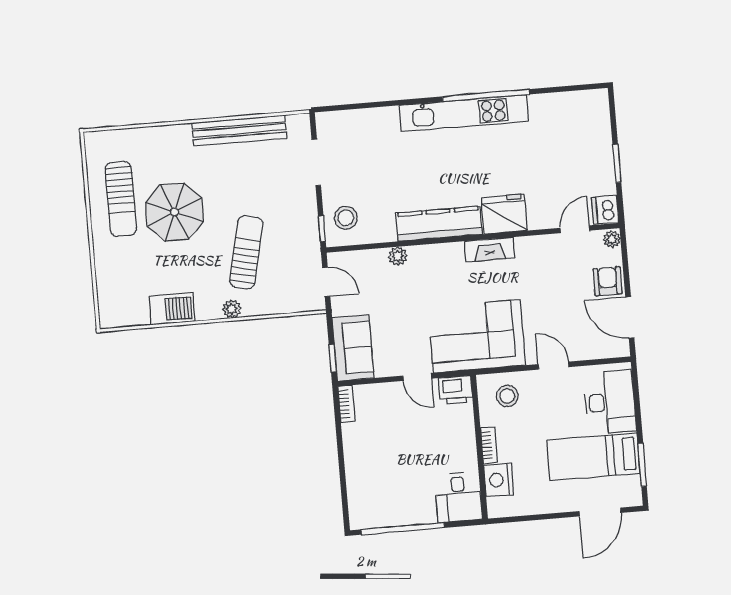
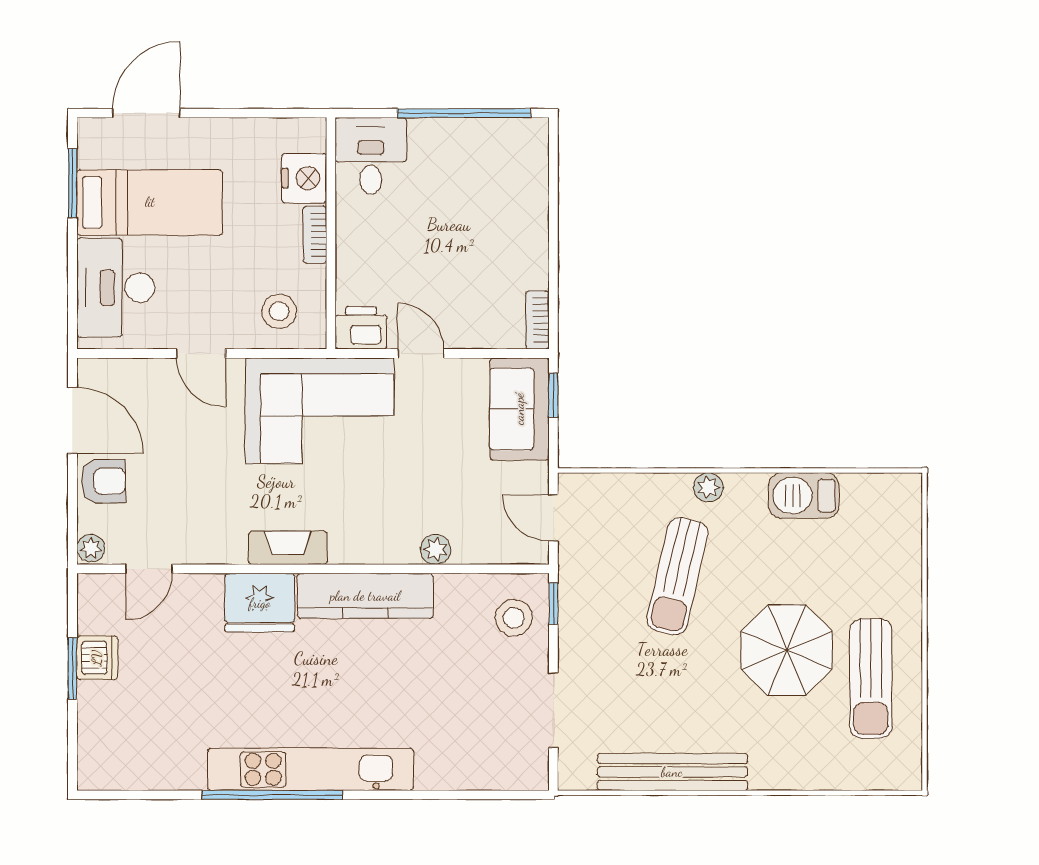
sun lounger: (121, 199) -> (871, 678), turned 180
dishwasher: (605, 210) -> (97, 658), moved
armchair: (607, 281) -> (103, 481), turned -91

